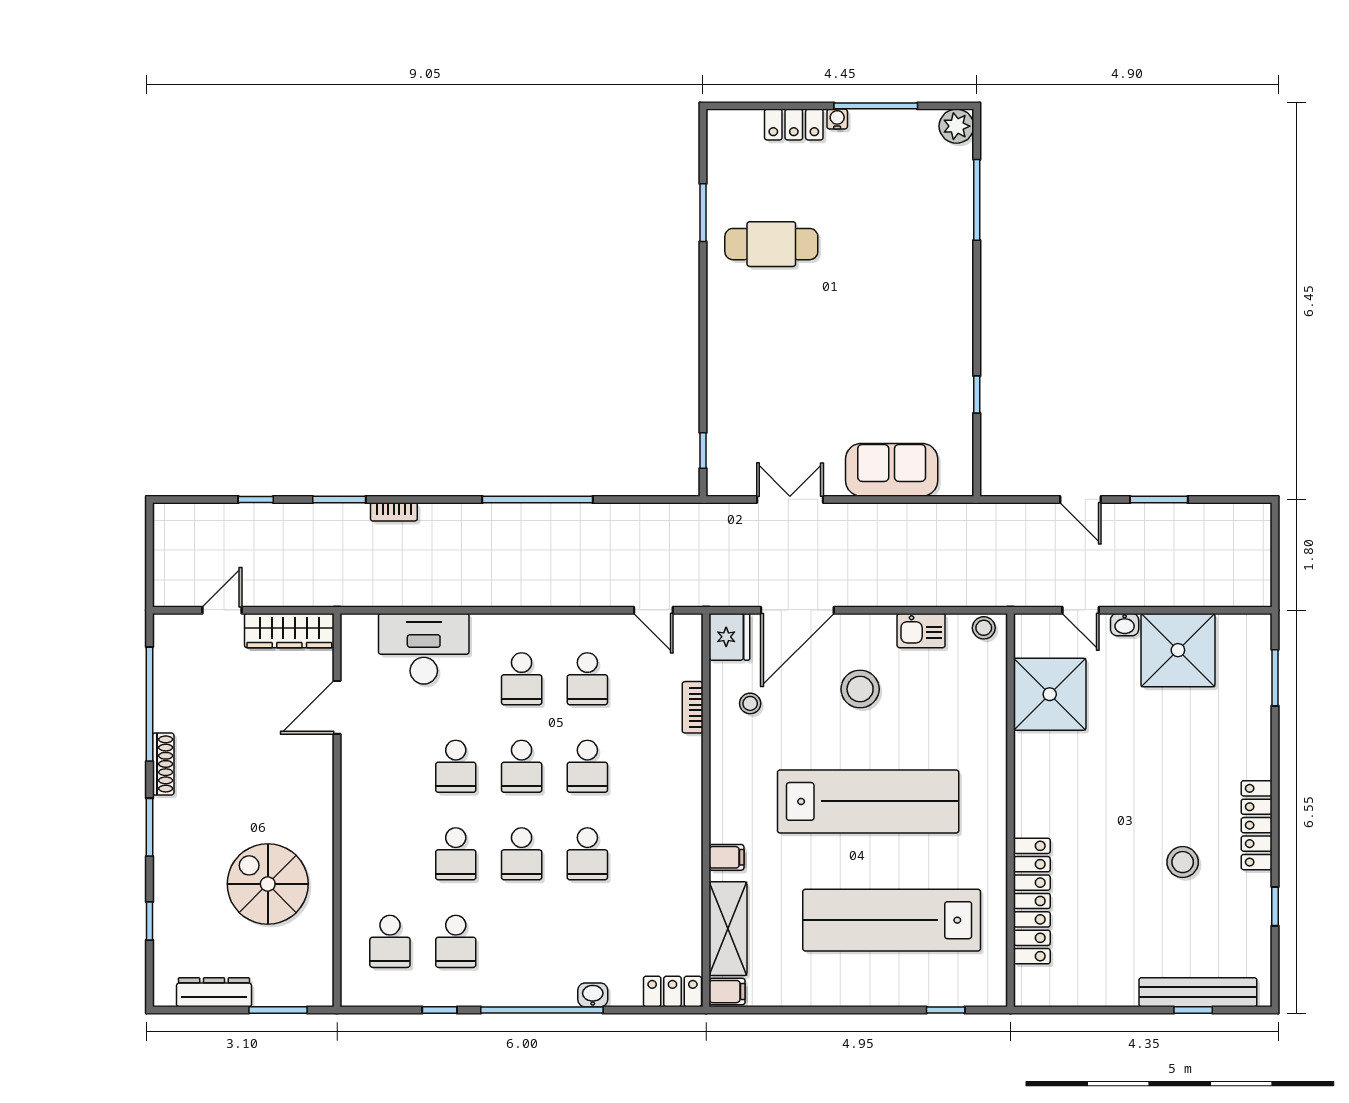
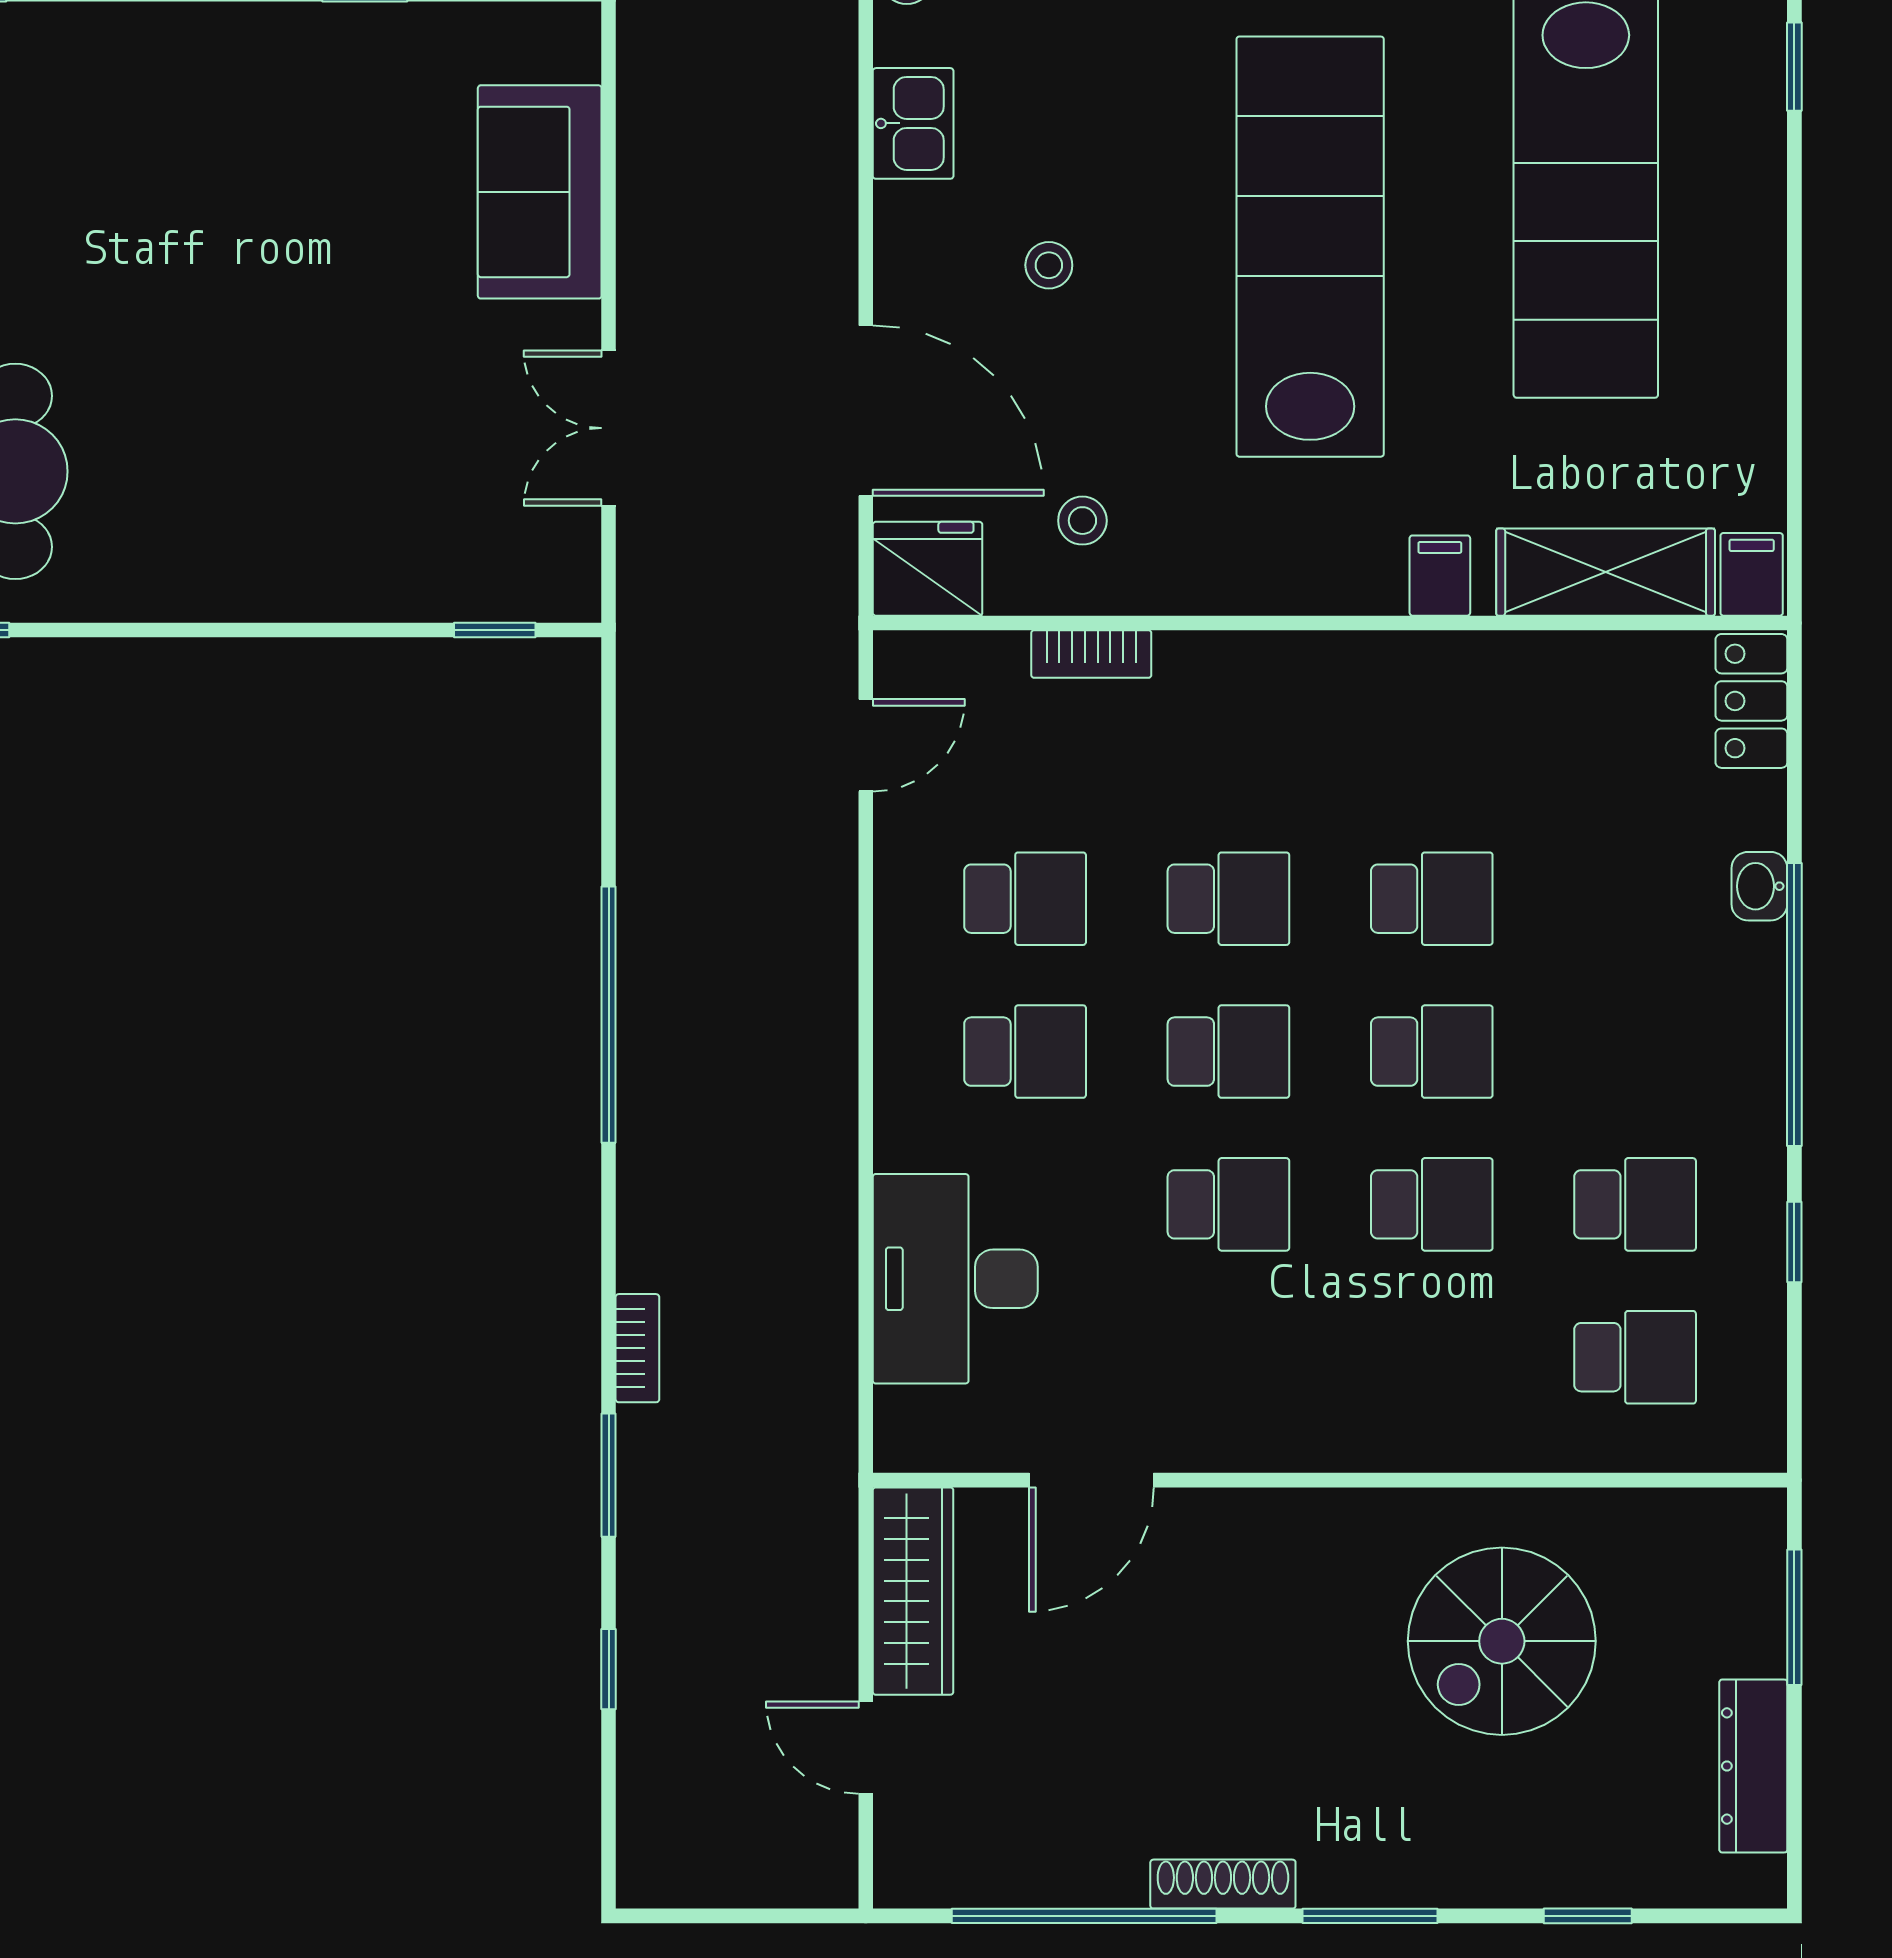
stool: (860, 689) -> (1049, 265), width x0.53, depth x0.53
door: (337, 707) -> (1091, 1480), hinge flipped

